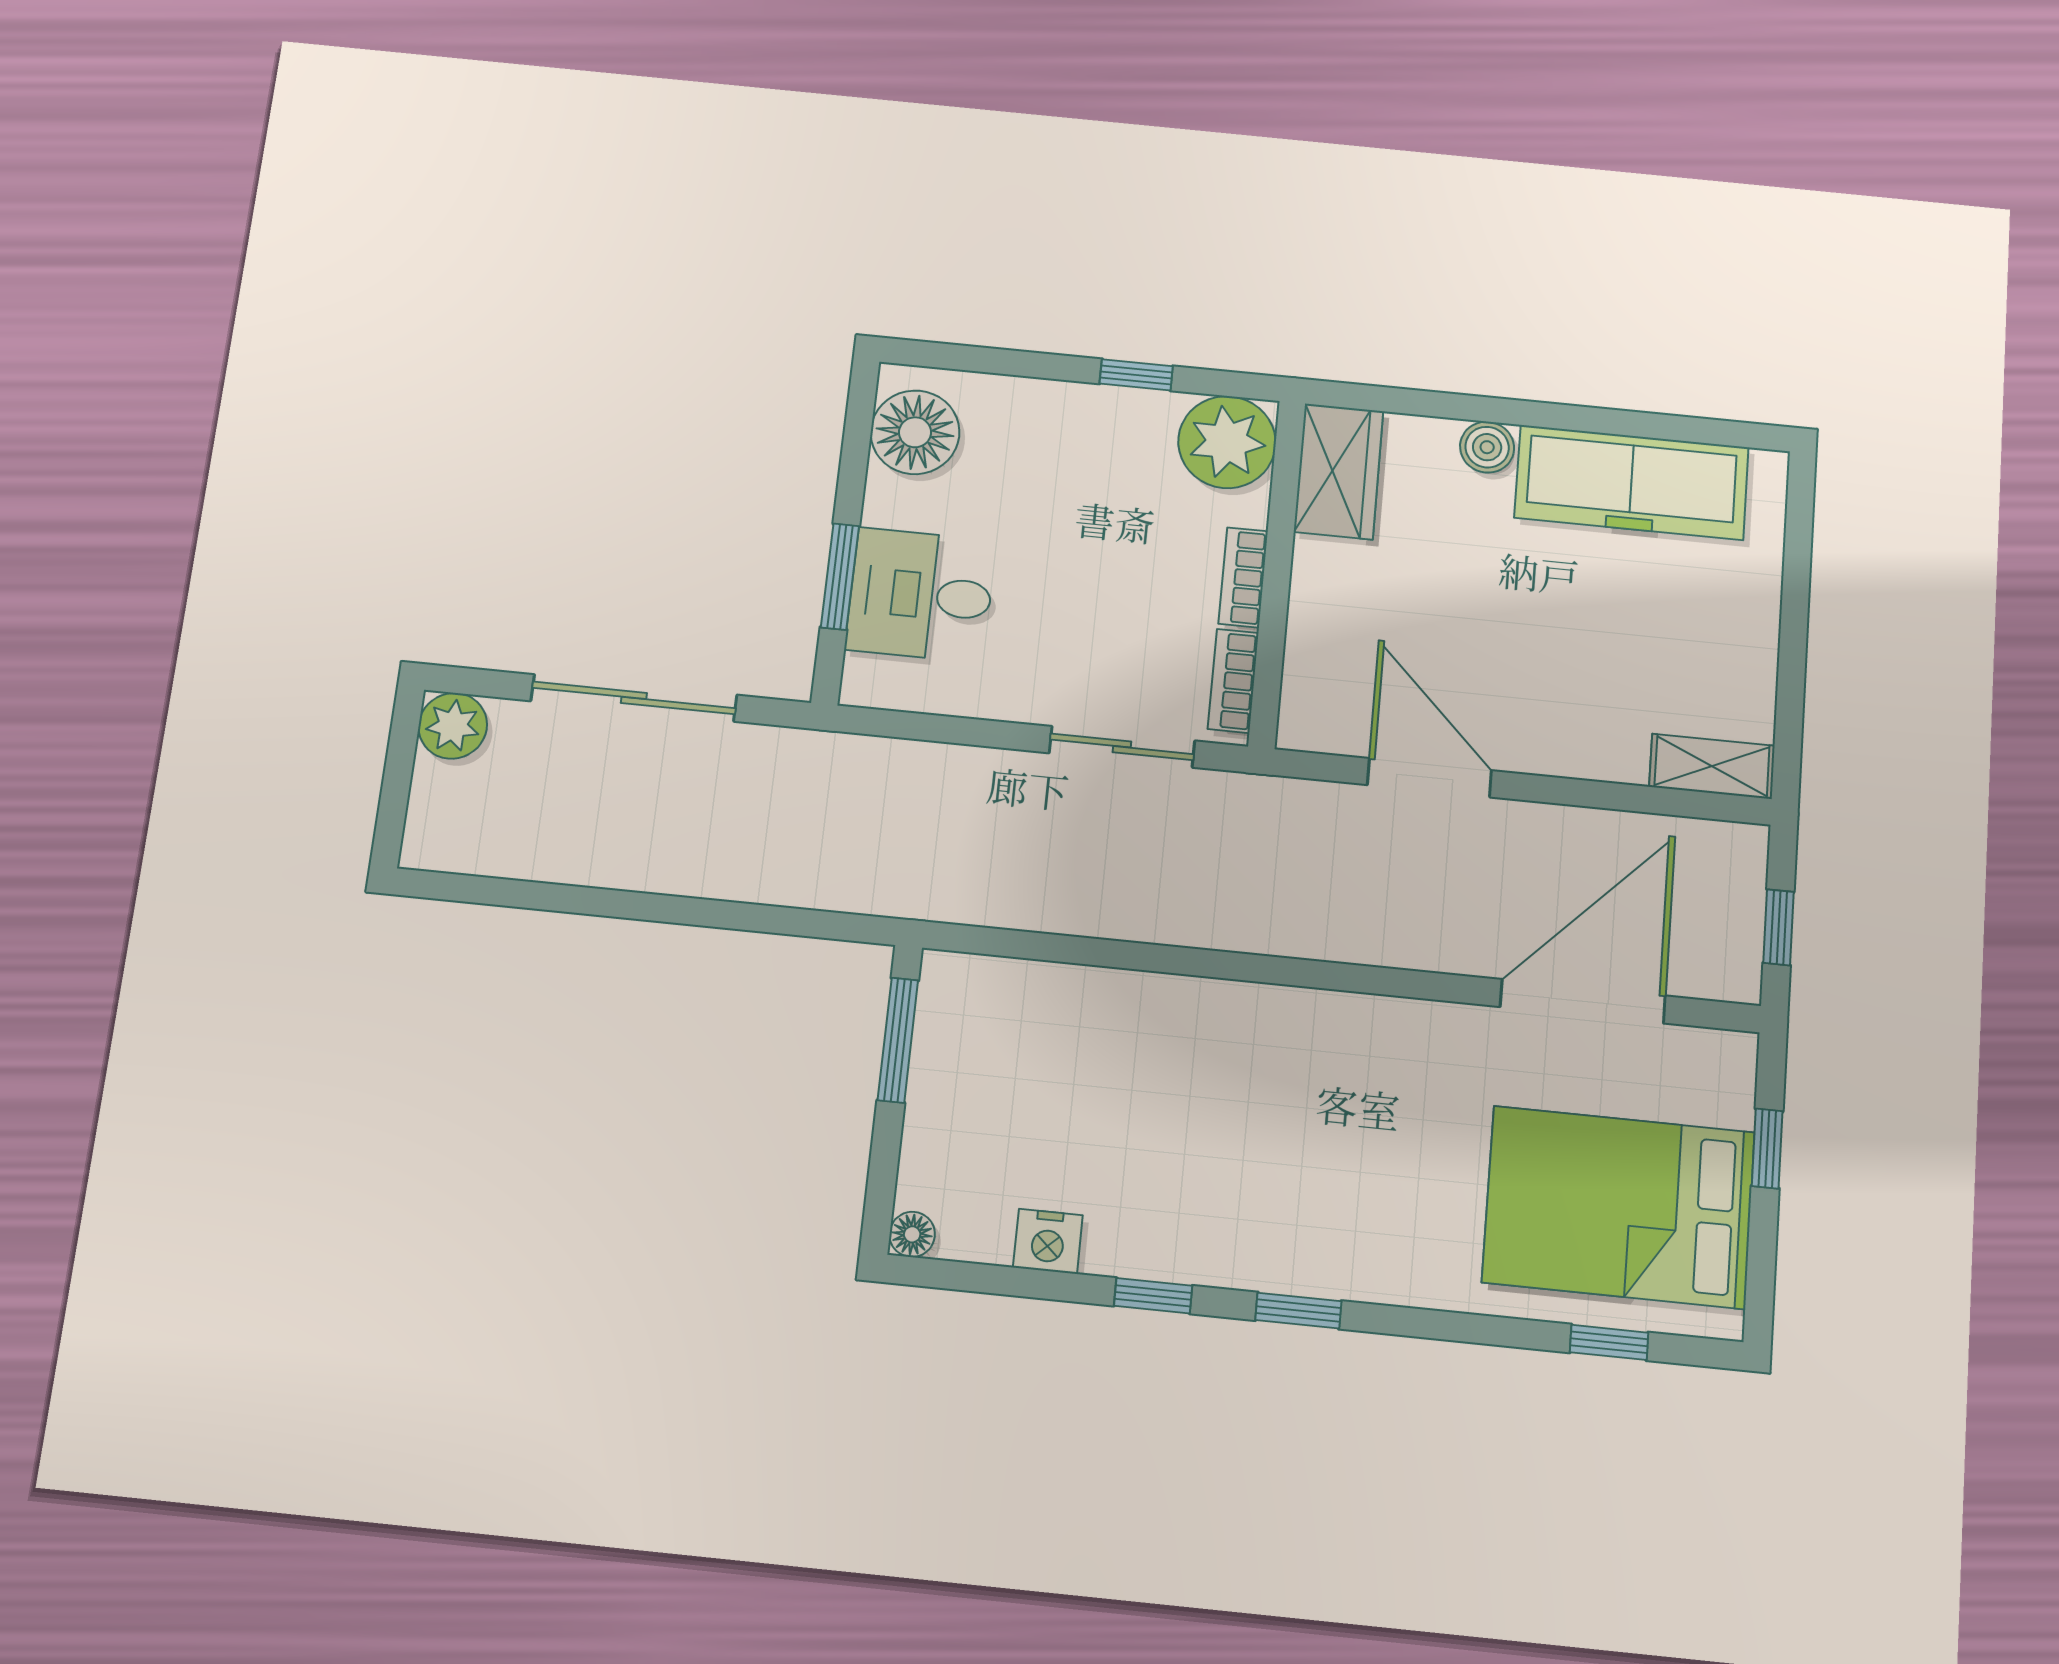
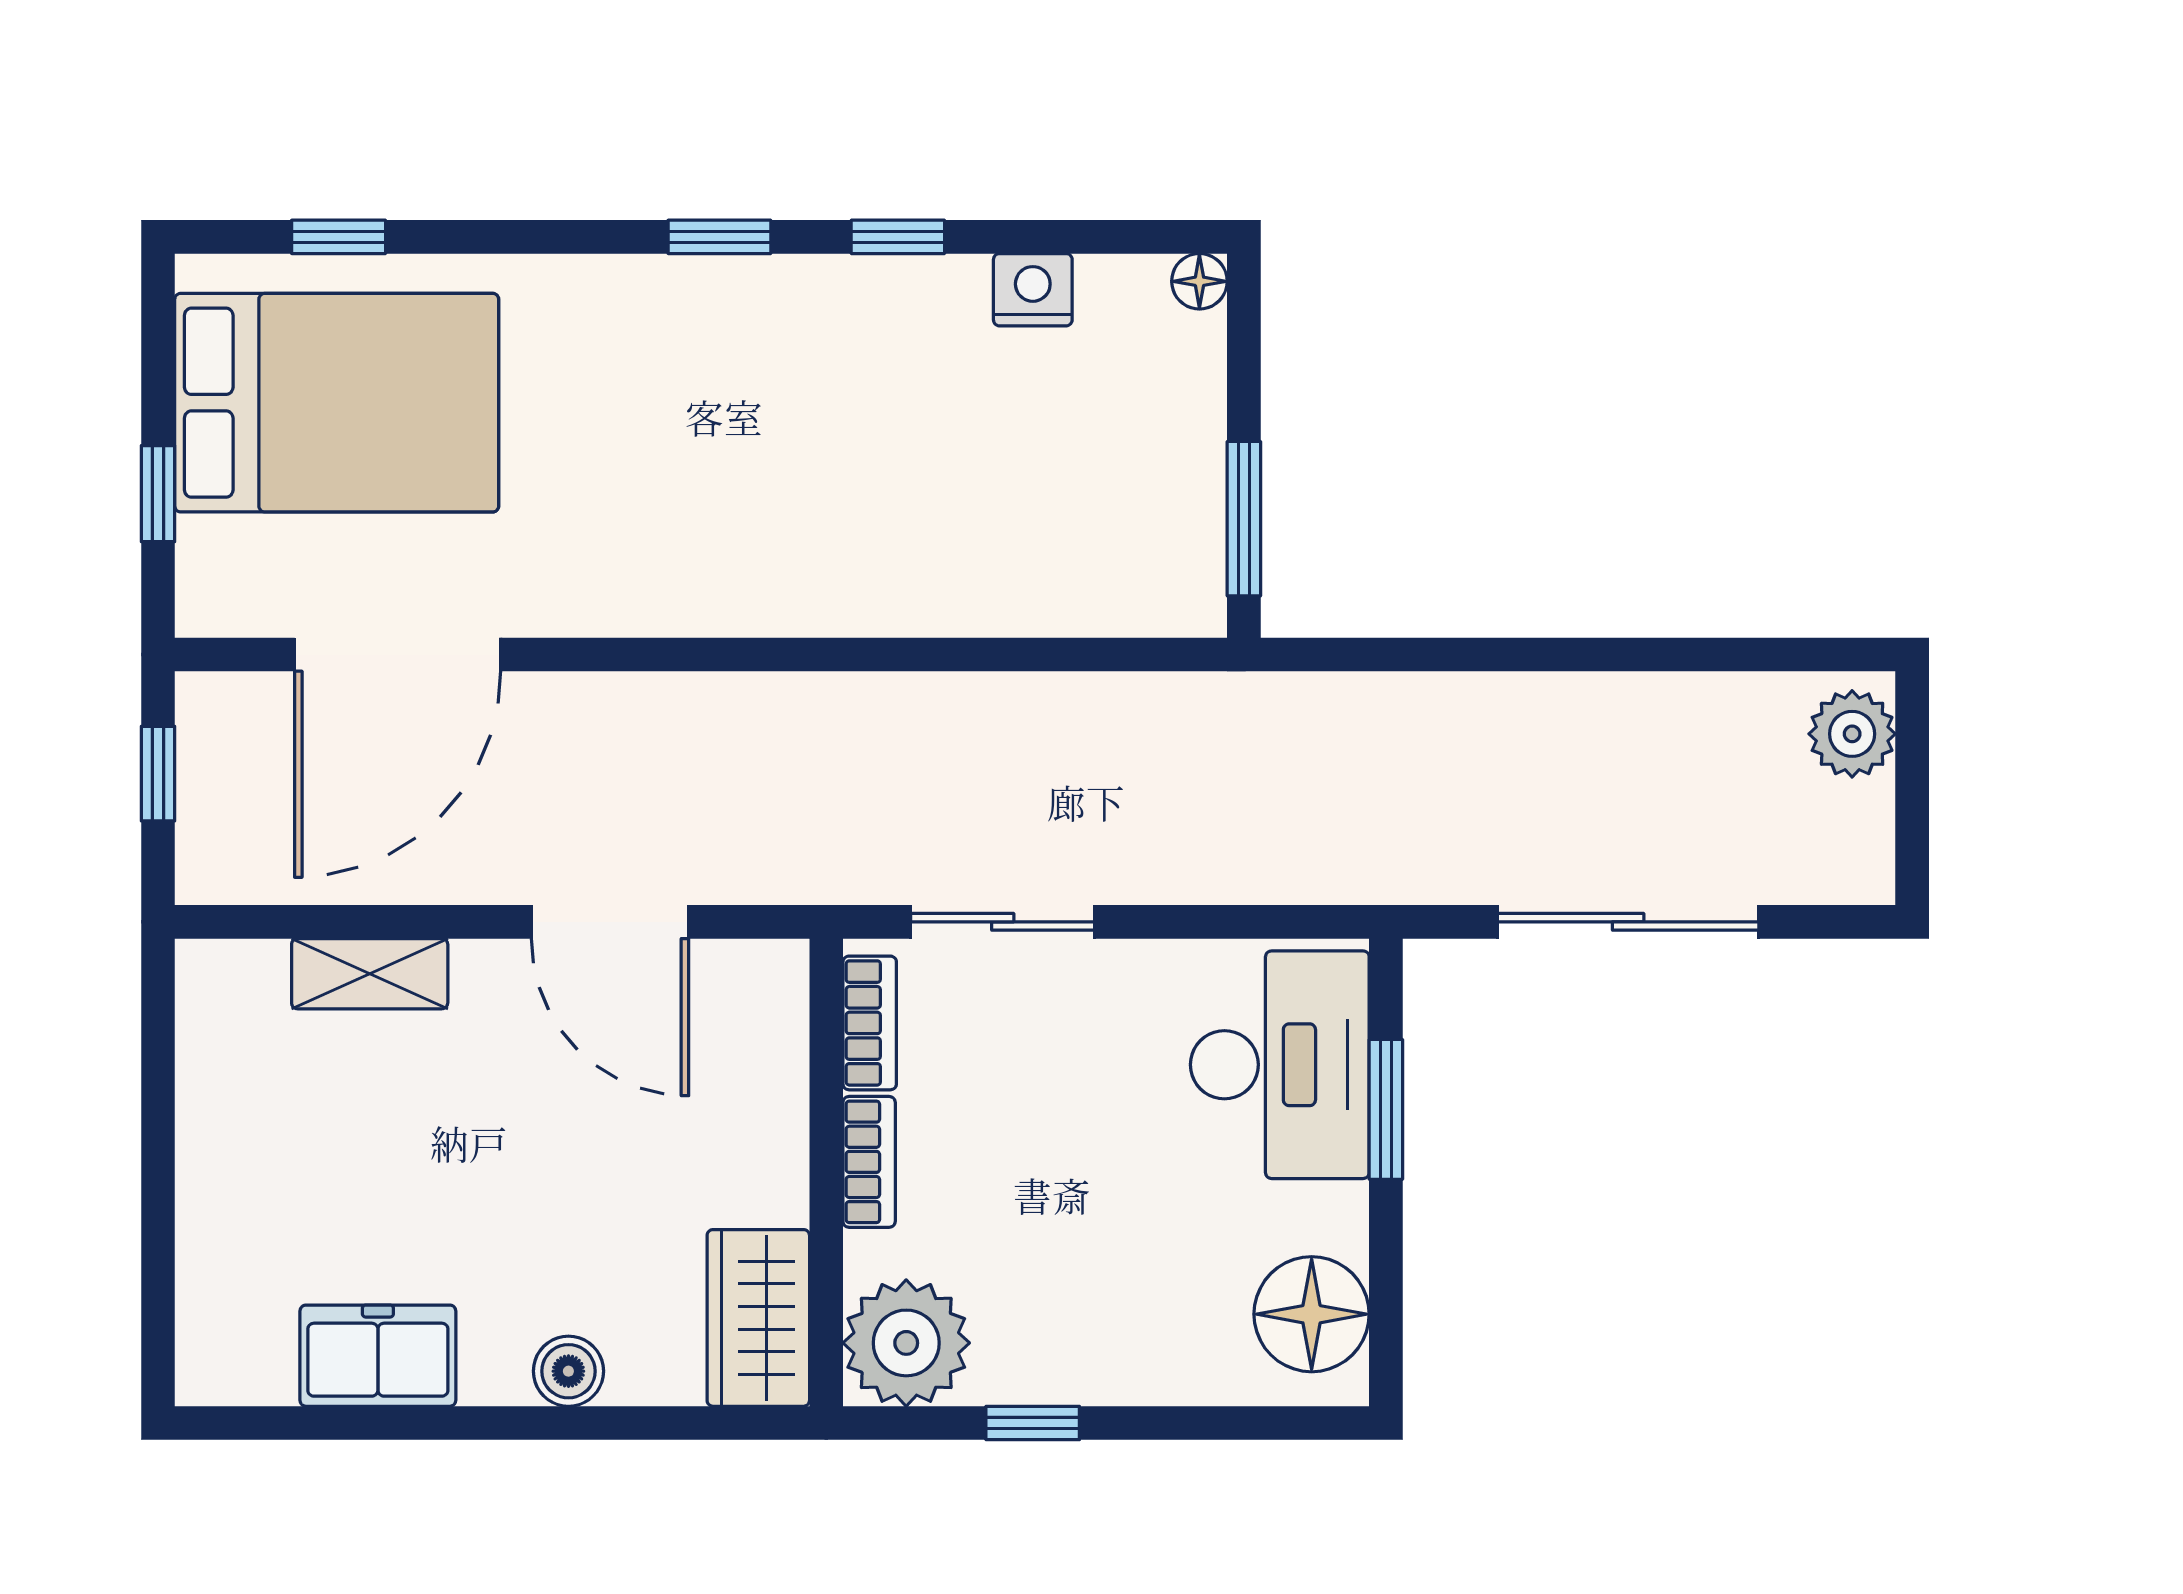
freezer: (1632, 482) -> (378, 1356), width x0.52, depth x0.79
desk: (921, 595) -> (1280, 1065), width x1.37
plant: (453, 726) -> (1852, 734), moved
shelving: (1712, 766) -> (370, 974), moved

